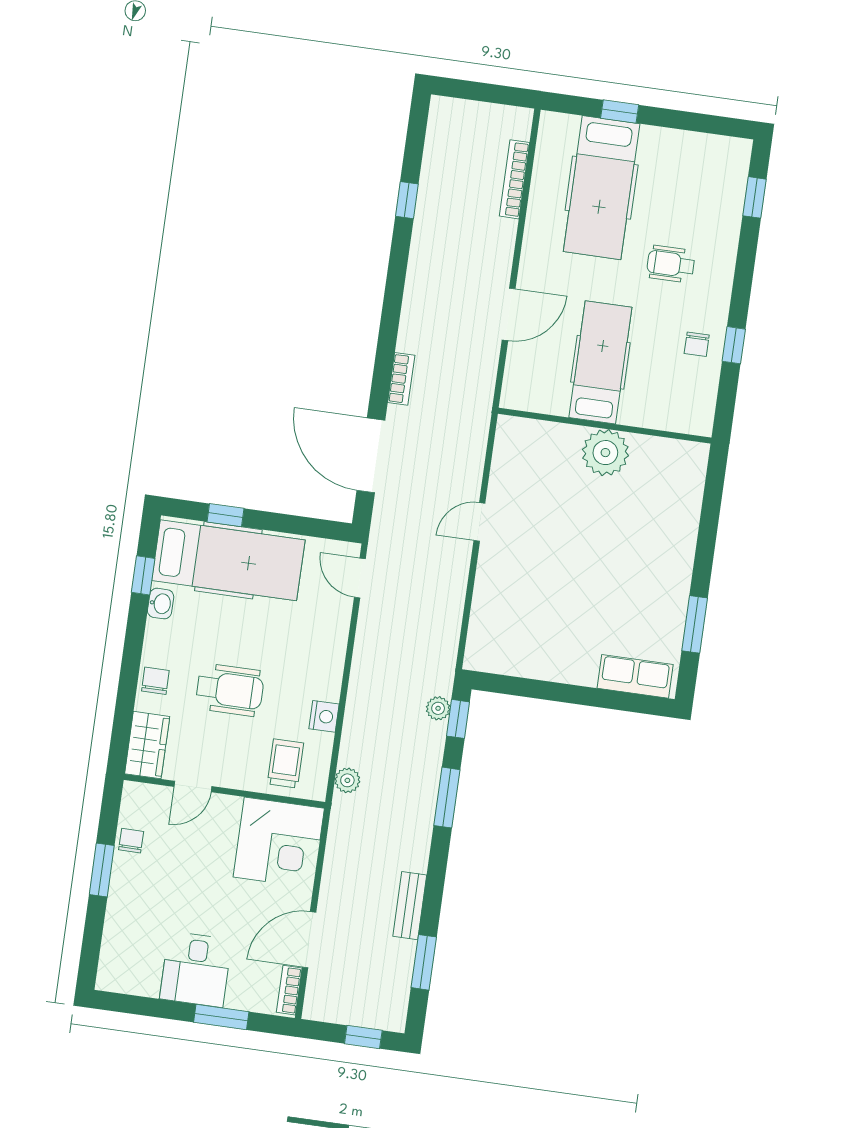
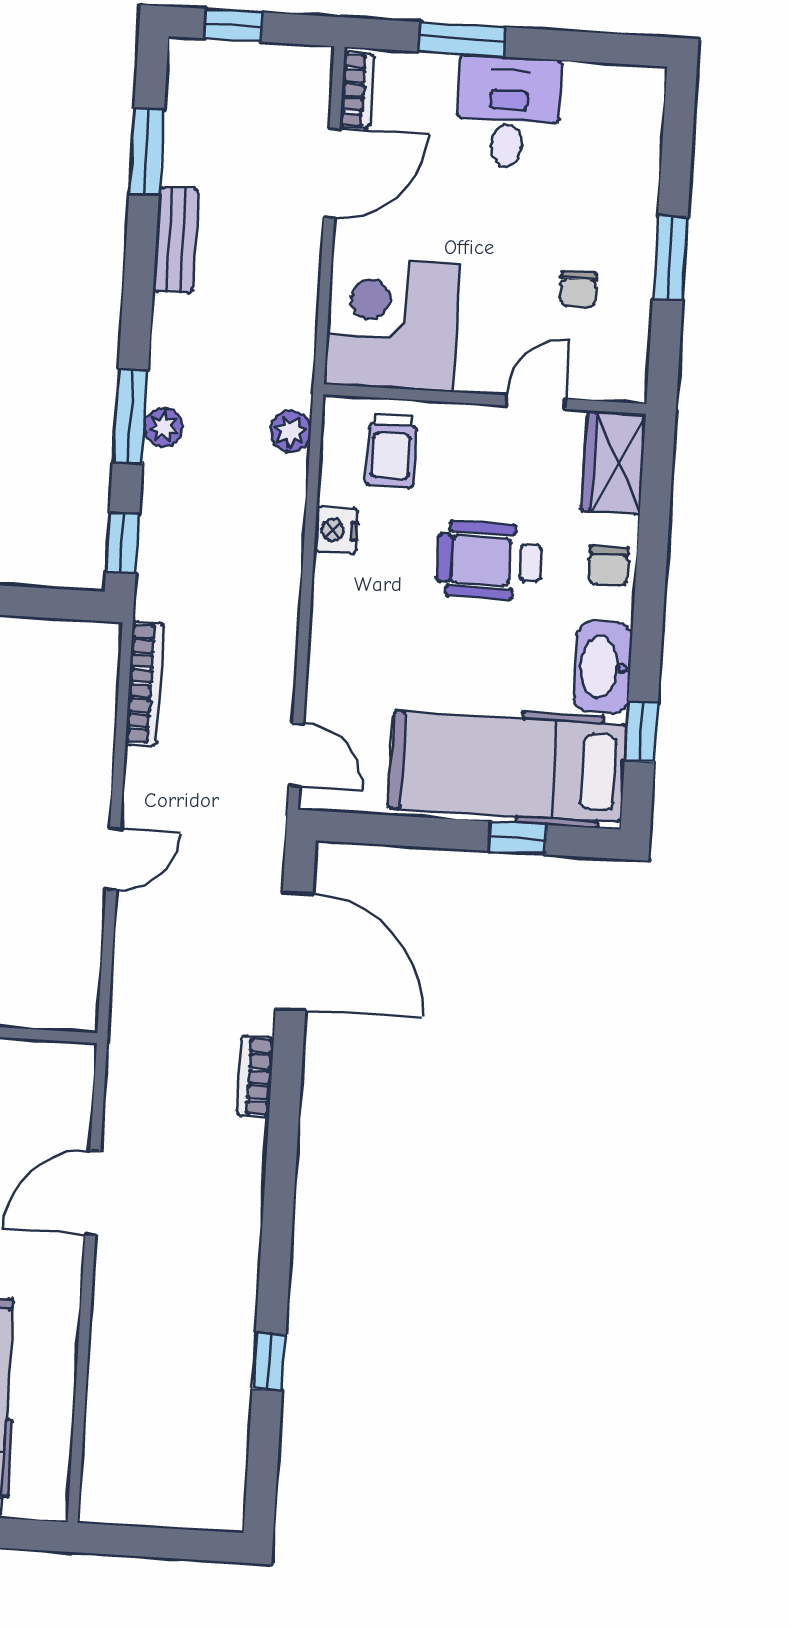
bookcase: (514, 179) -> (145, 684), moved
washbasin: (161, 604) -> (603, 667), width x1.91, depth x1.45
plant: (438, 708) -> (164, 427), moved
chair: (131, 841) -> (578, 289), moved

